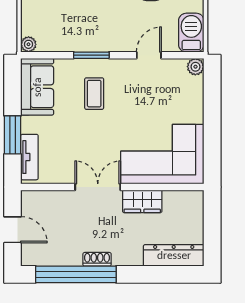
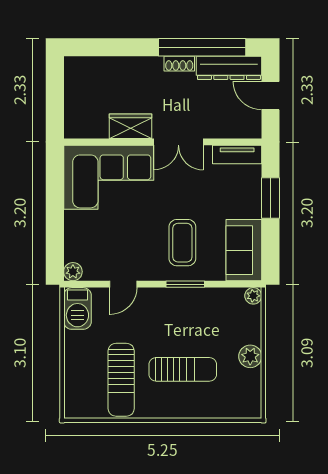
coffee table: (94, 94) -> (182, 243), width x1.36, depth x1.30
tv unit: (29, 157) -> (237, 155), moved, turned -90
dresser: (174, 255) -> (229, 68), moved

